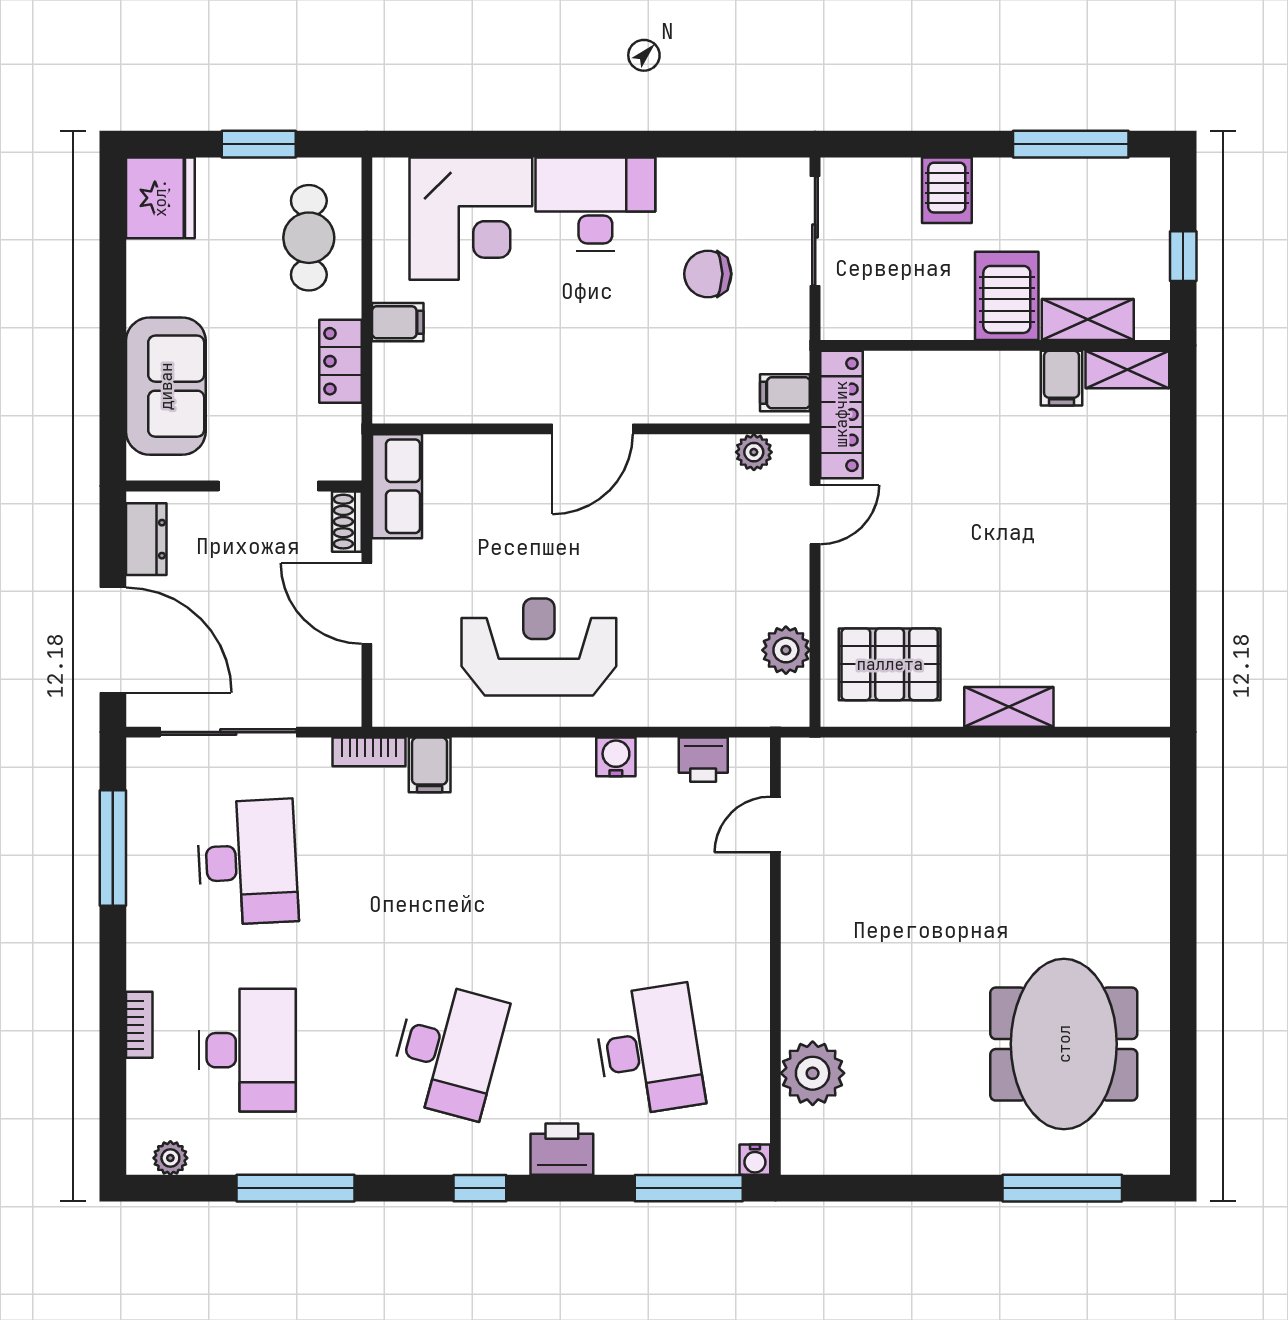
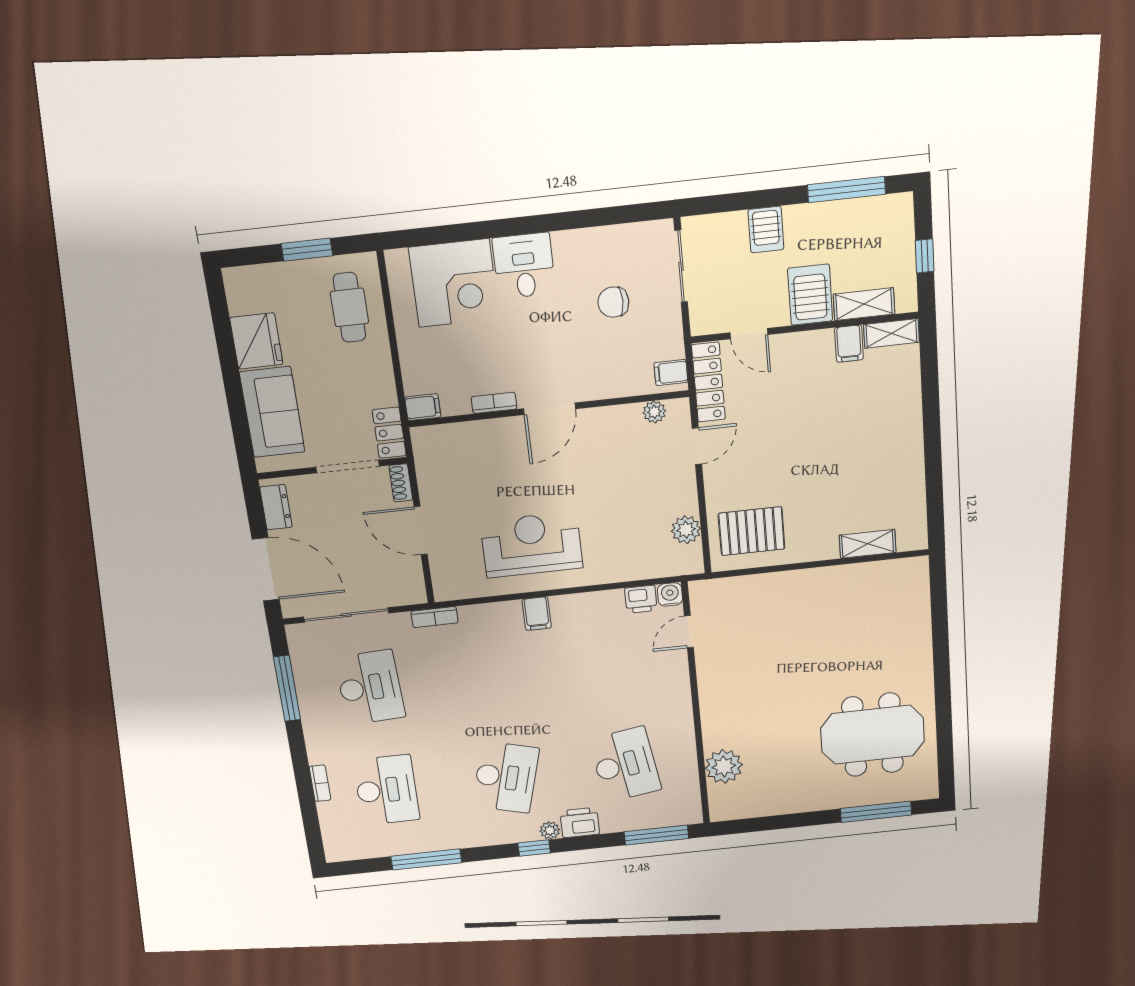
fridge: (160, 198) -> (256, 341), moved
desk: (595, 204) -> (524, 266), width x0.73
filing cabinet: (398, 322) -> (423, 407), moved
door: (909, 345) -> (749, 334), added
locker: (340, 361) -> (389, 433), moved
bookcase: (508, 410) -> (494, 403), added
row of seats: (397, 486) -> (429, 458), removed
shelving: (1009, 707) -> (868, 544), moved
water cooler: (616, 757) -> (670, 594), moved
filing cabinet: (430, 765) -> (537, 614), moved
meeting table: (1064, 1044) -> (873, 735), turned 90
plant: (170, 1158) -> (550, 830), moved
water cooler: (755, 1160) -> (694, 816), removed

